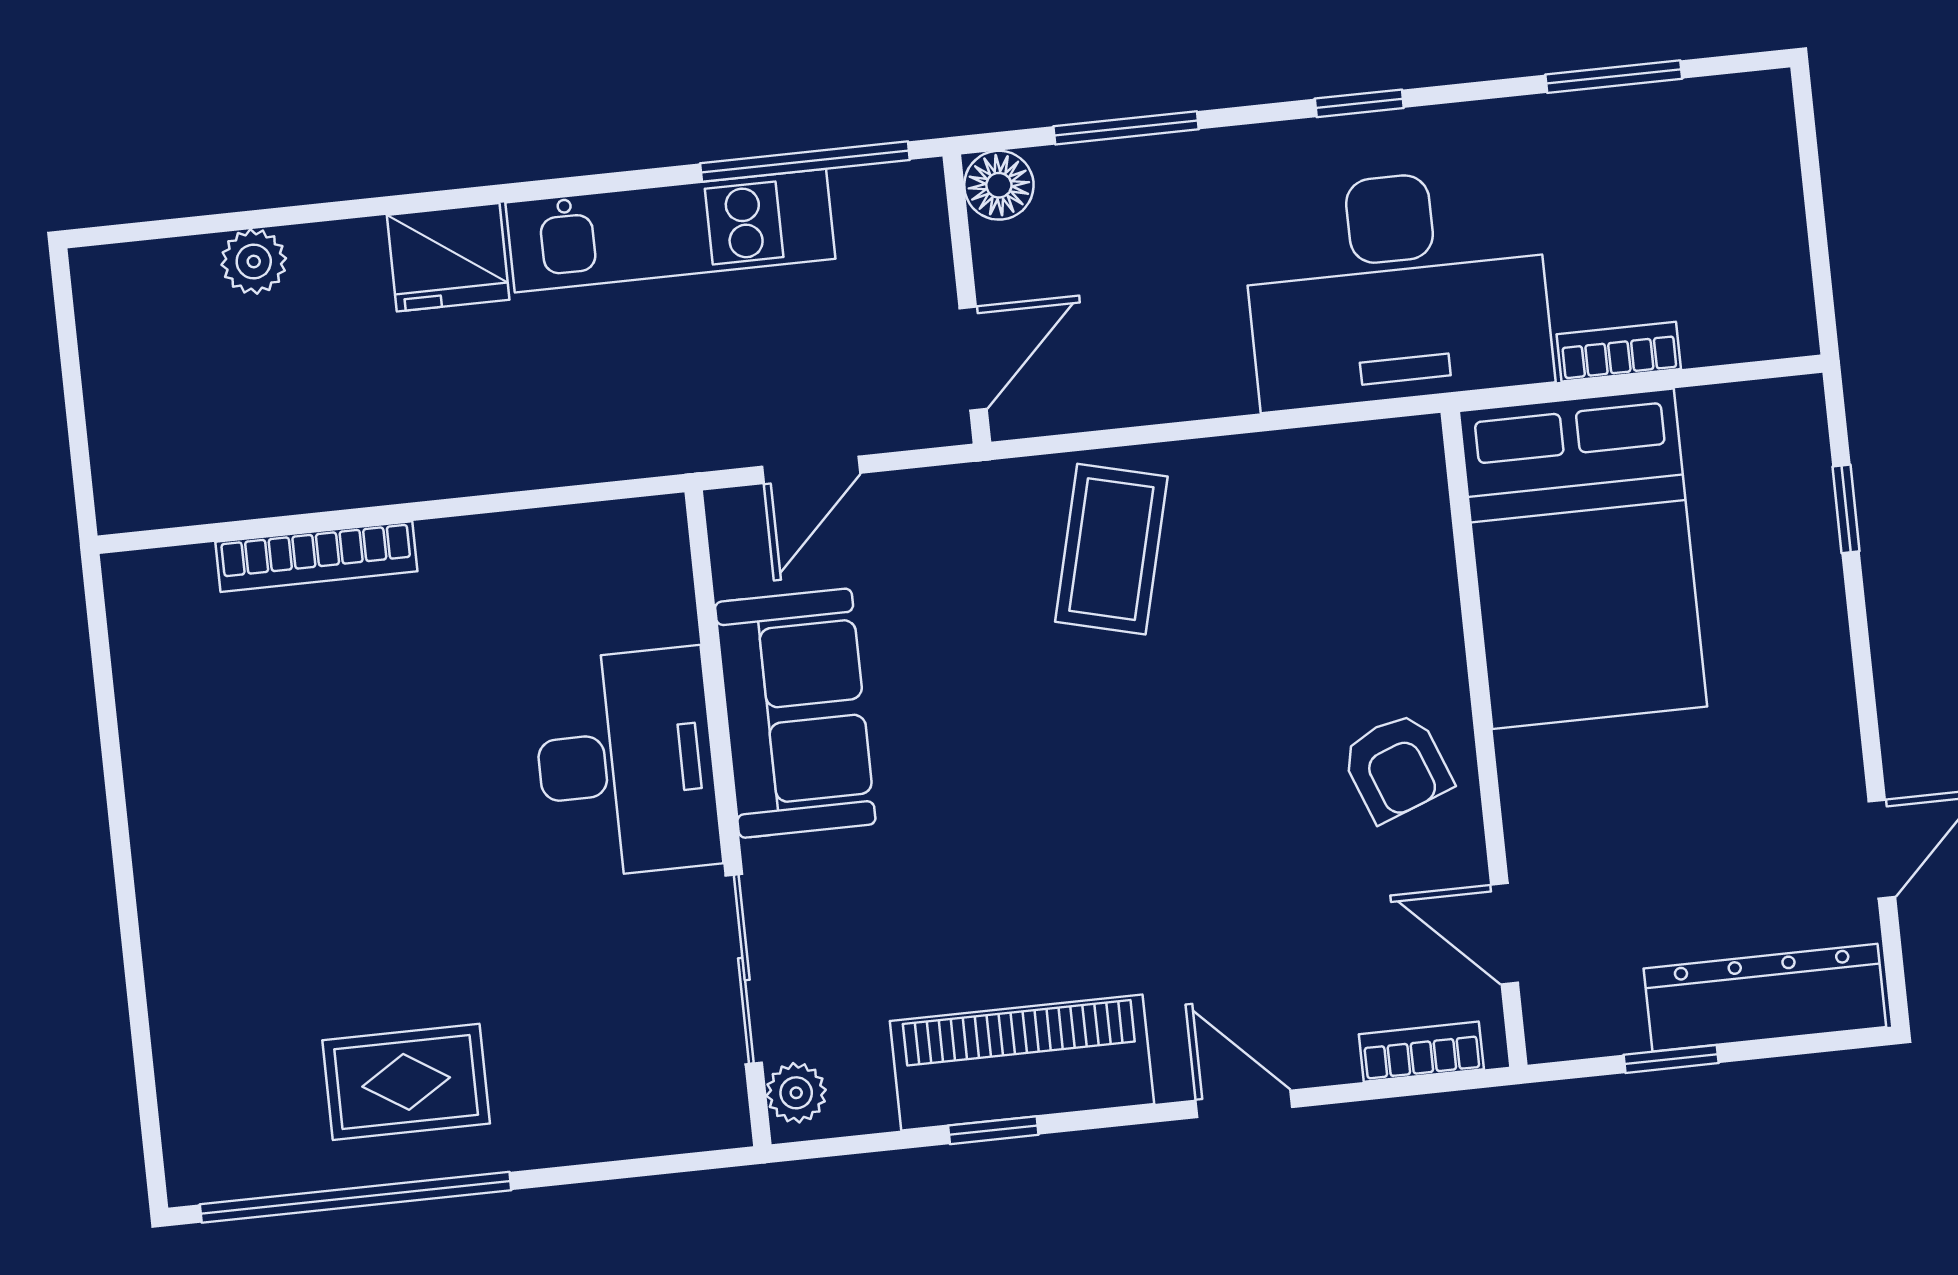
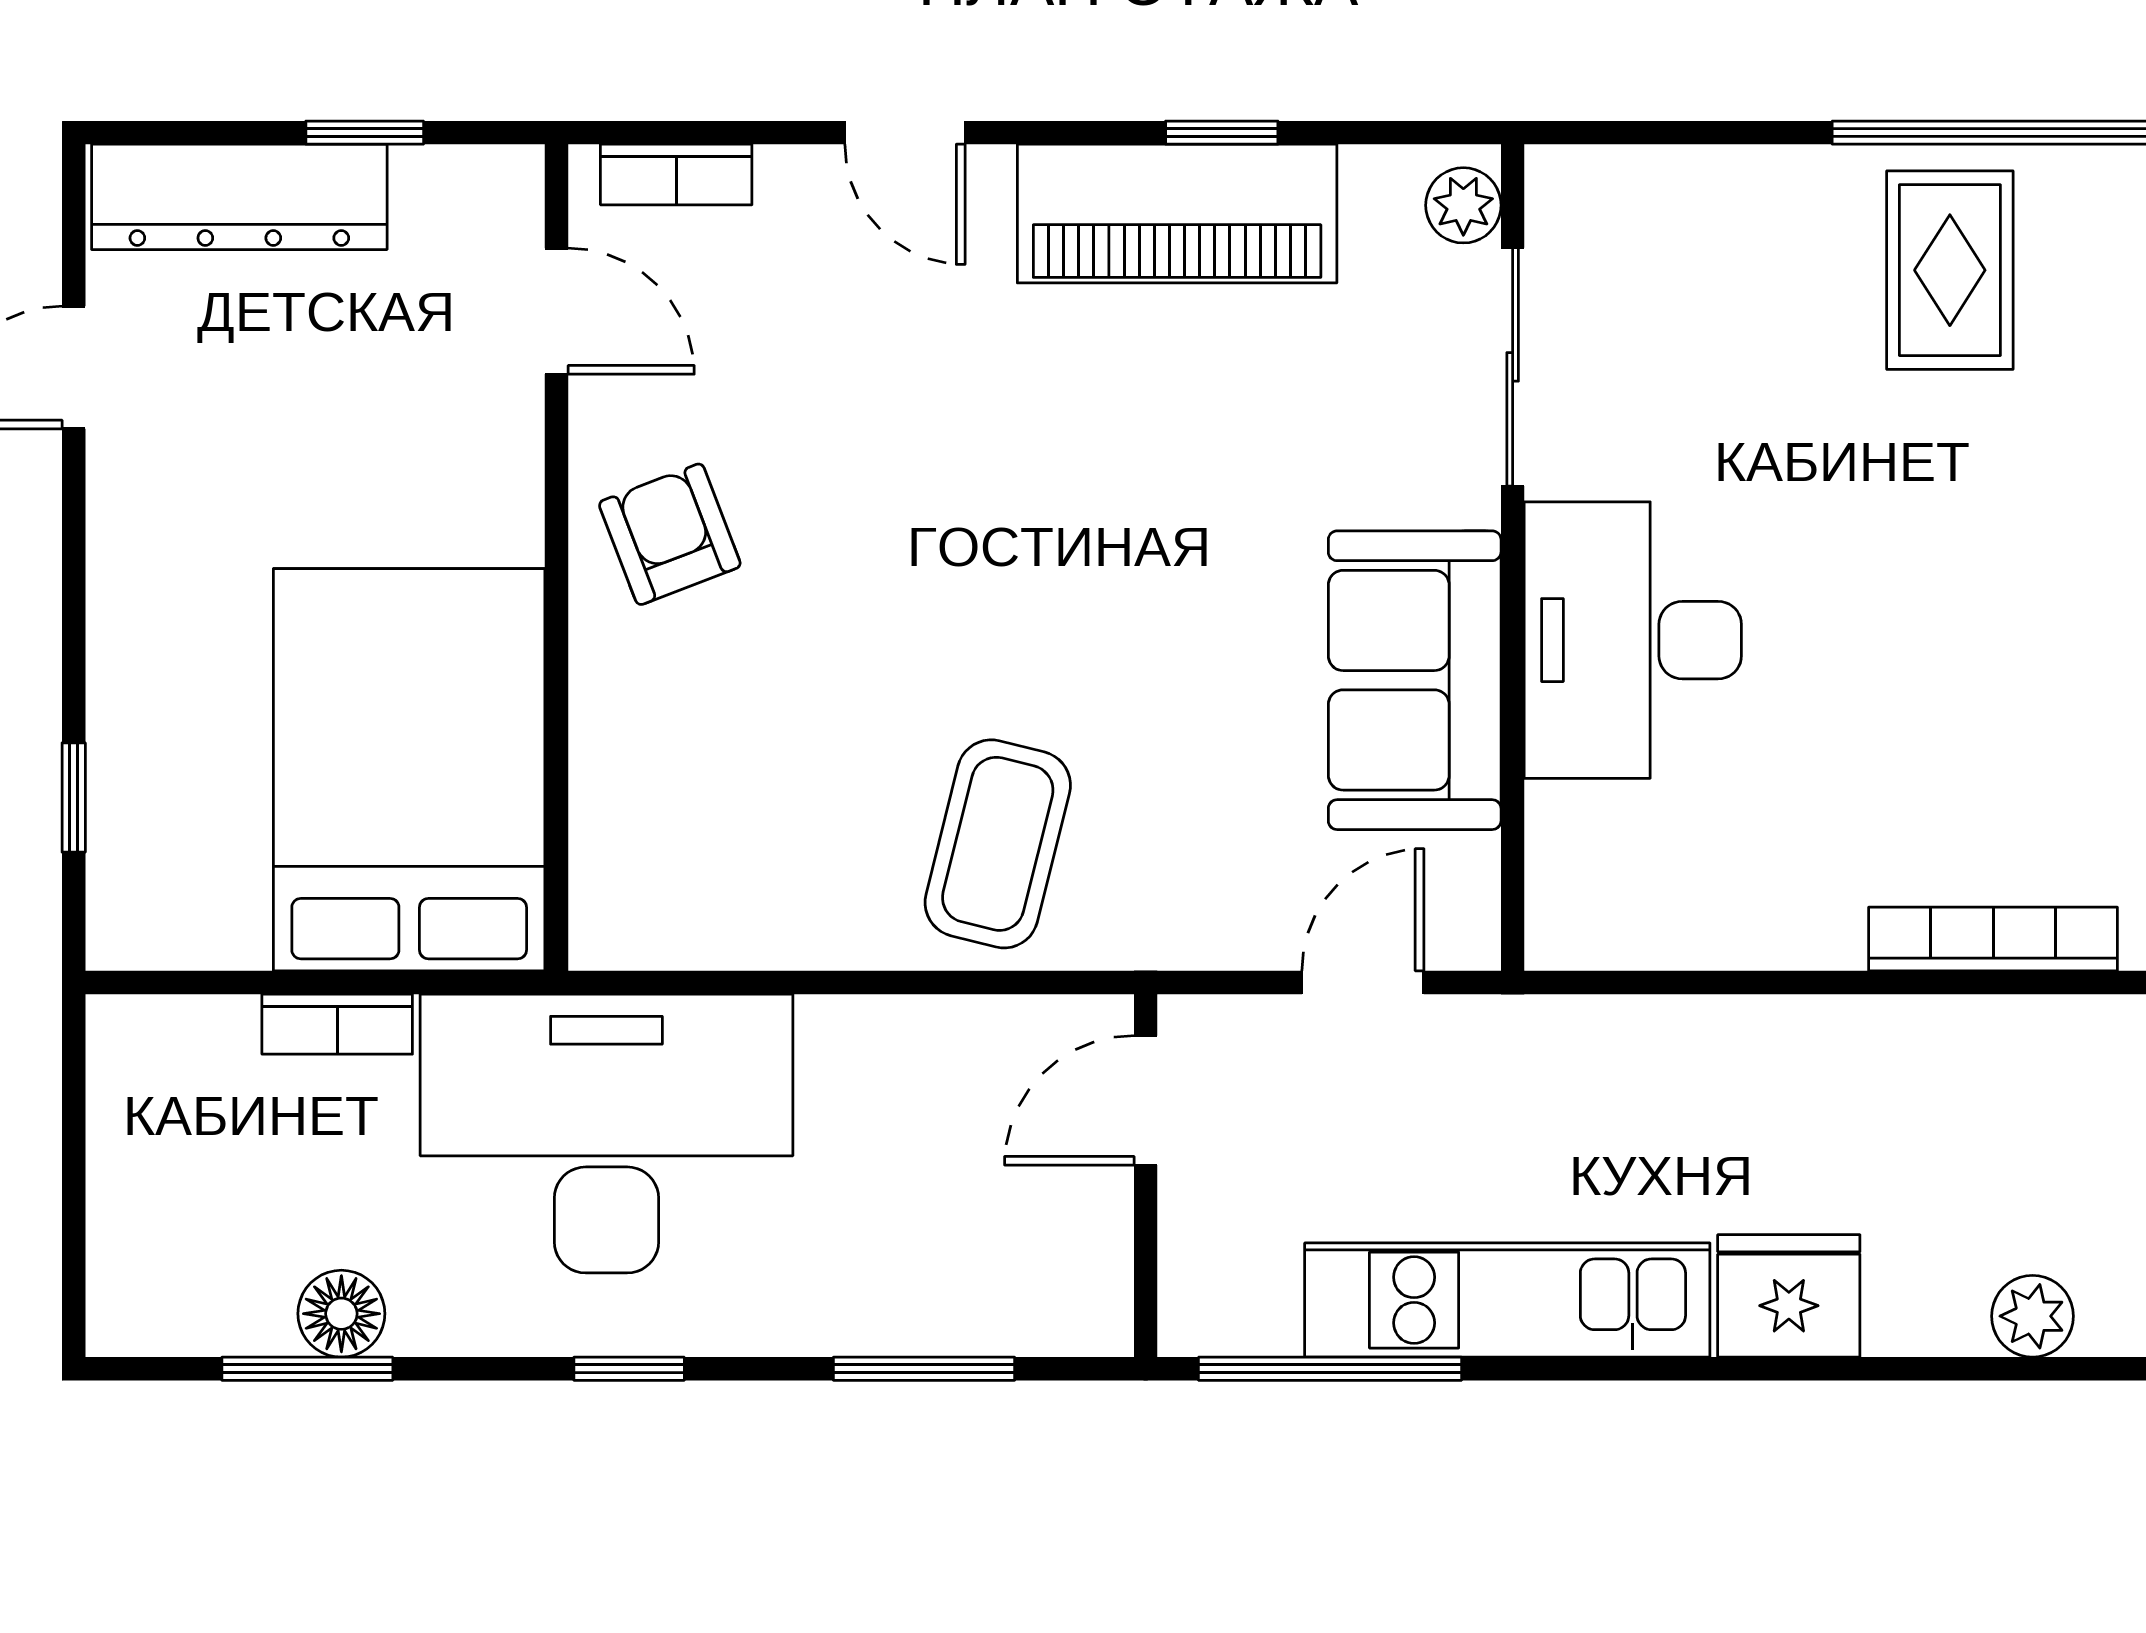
floor lamp: (999, 185) -> (341, 1314), moved
rug: (406, 1082) -> (1950, 270), turned 90

